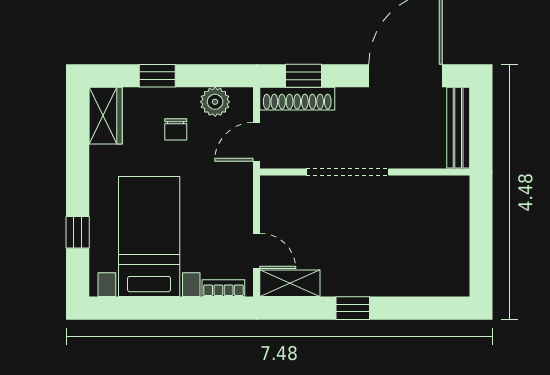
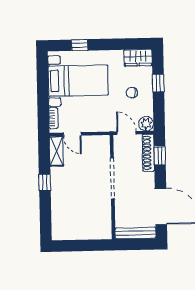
plant: (215, 102) -> (146, 124), moved
door: (256, 251) -> (72, 134), hinge flipped

